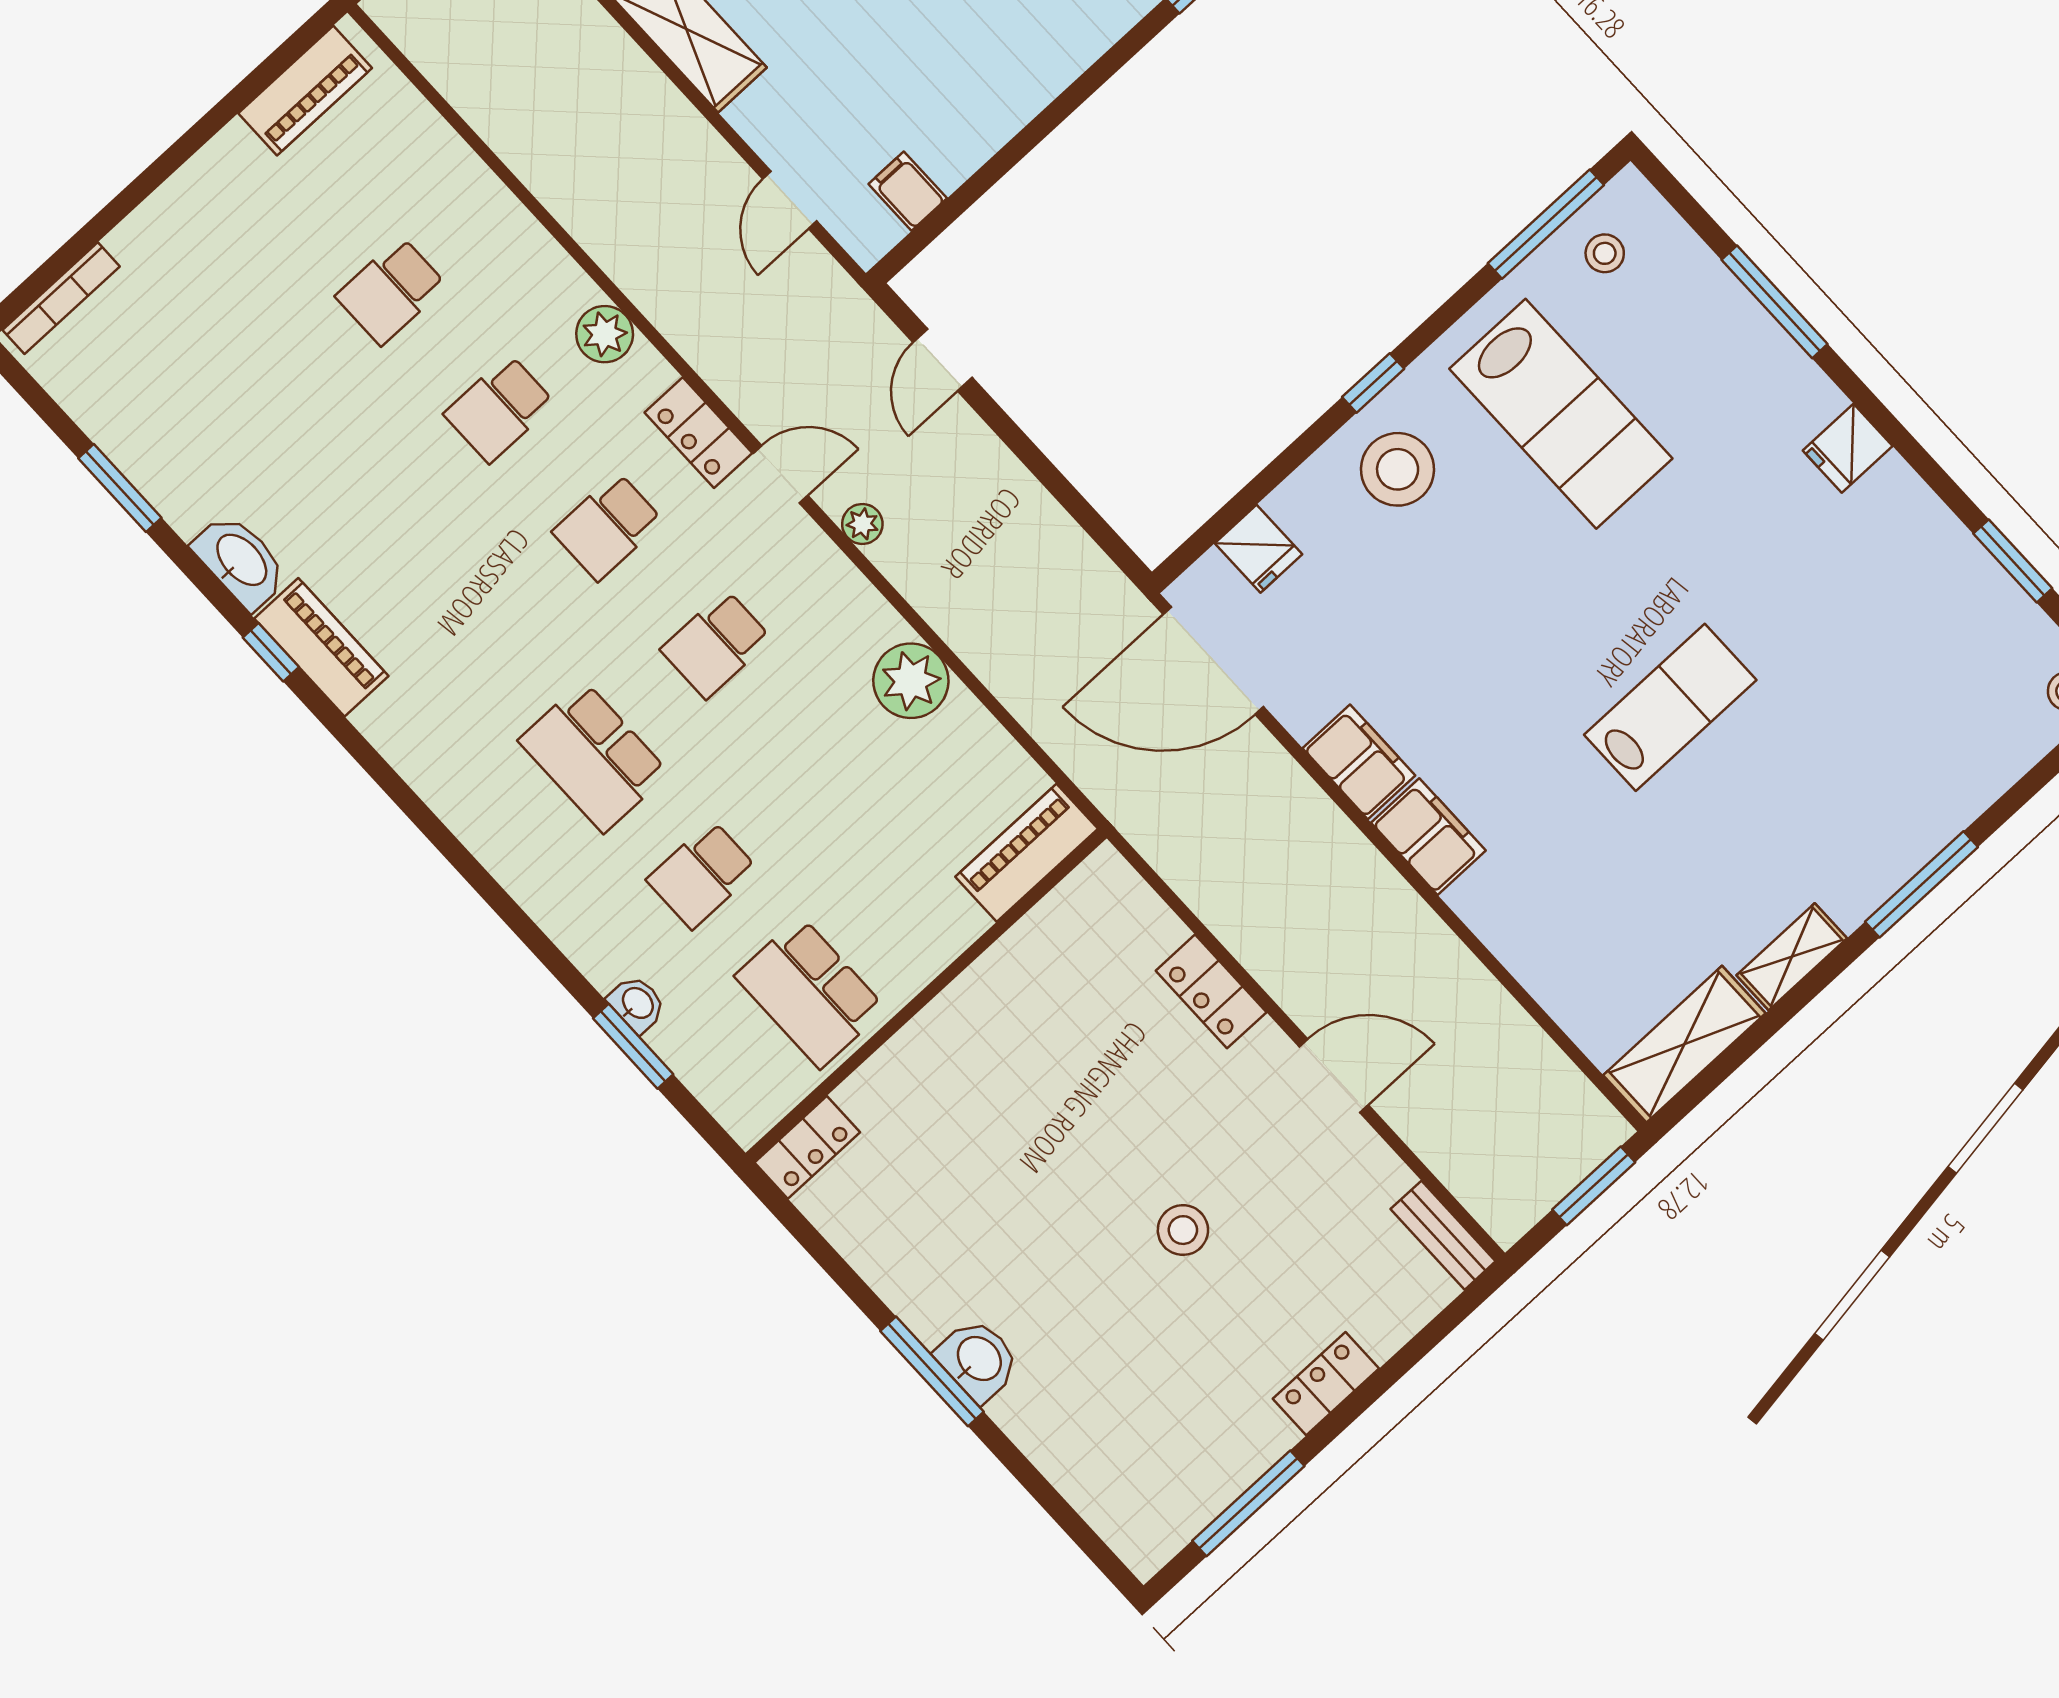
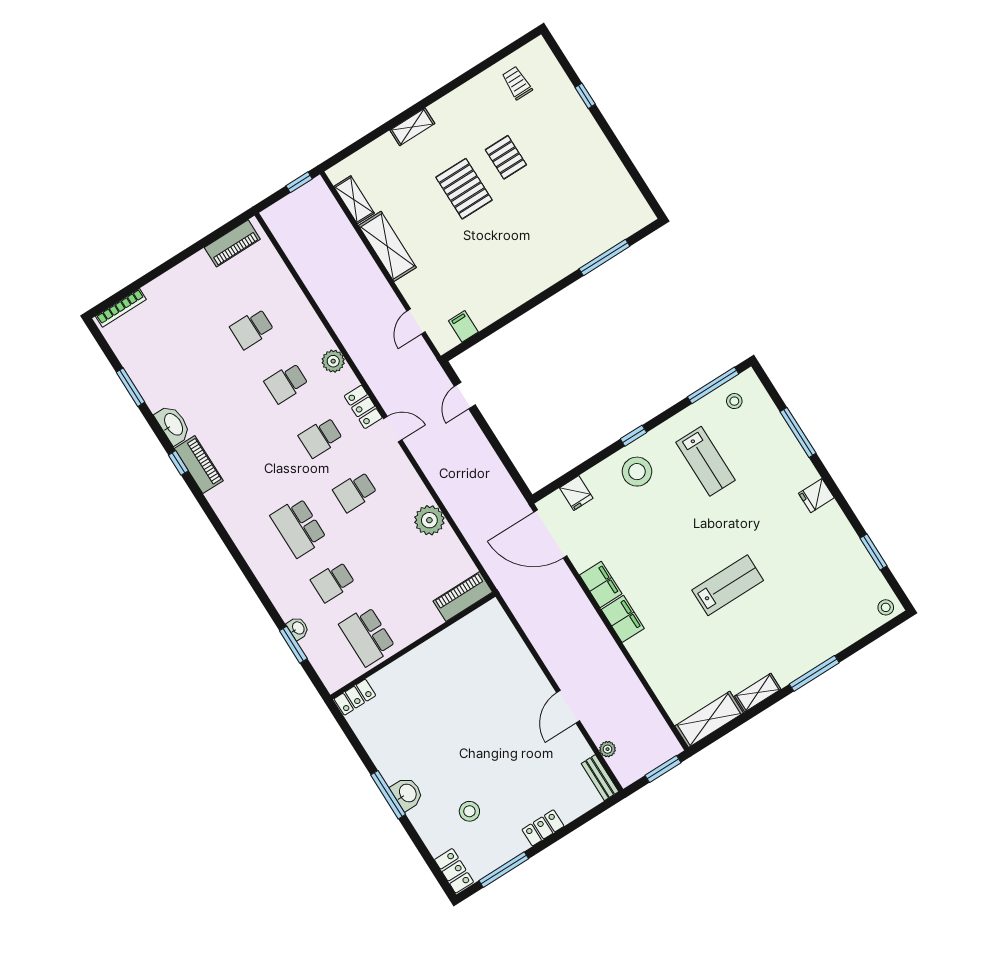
lab bench: (1561, 414) -> (705, 461), width x0.73, depth x0.72
plant: (862, 524) -> (608, 749), moved
locker: (1211, 991) -> (454, 871), moved, turned 180
door: (1334, 1076) -> (568, 707), swing flipped
stool: (1183, 1230) -> (469, 811), moved

